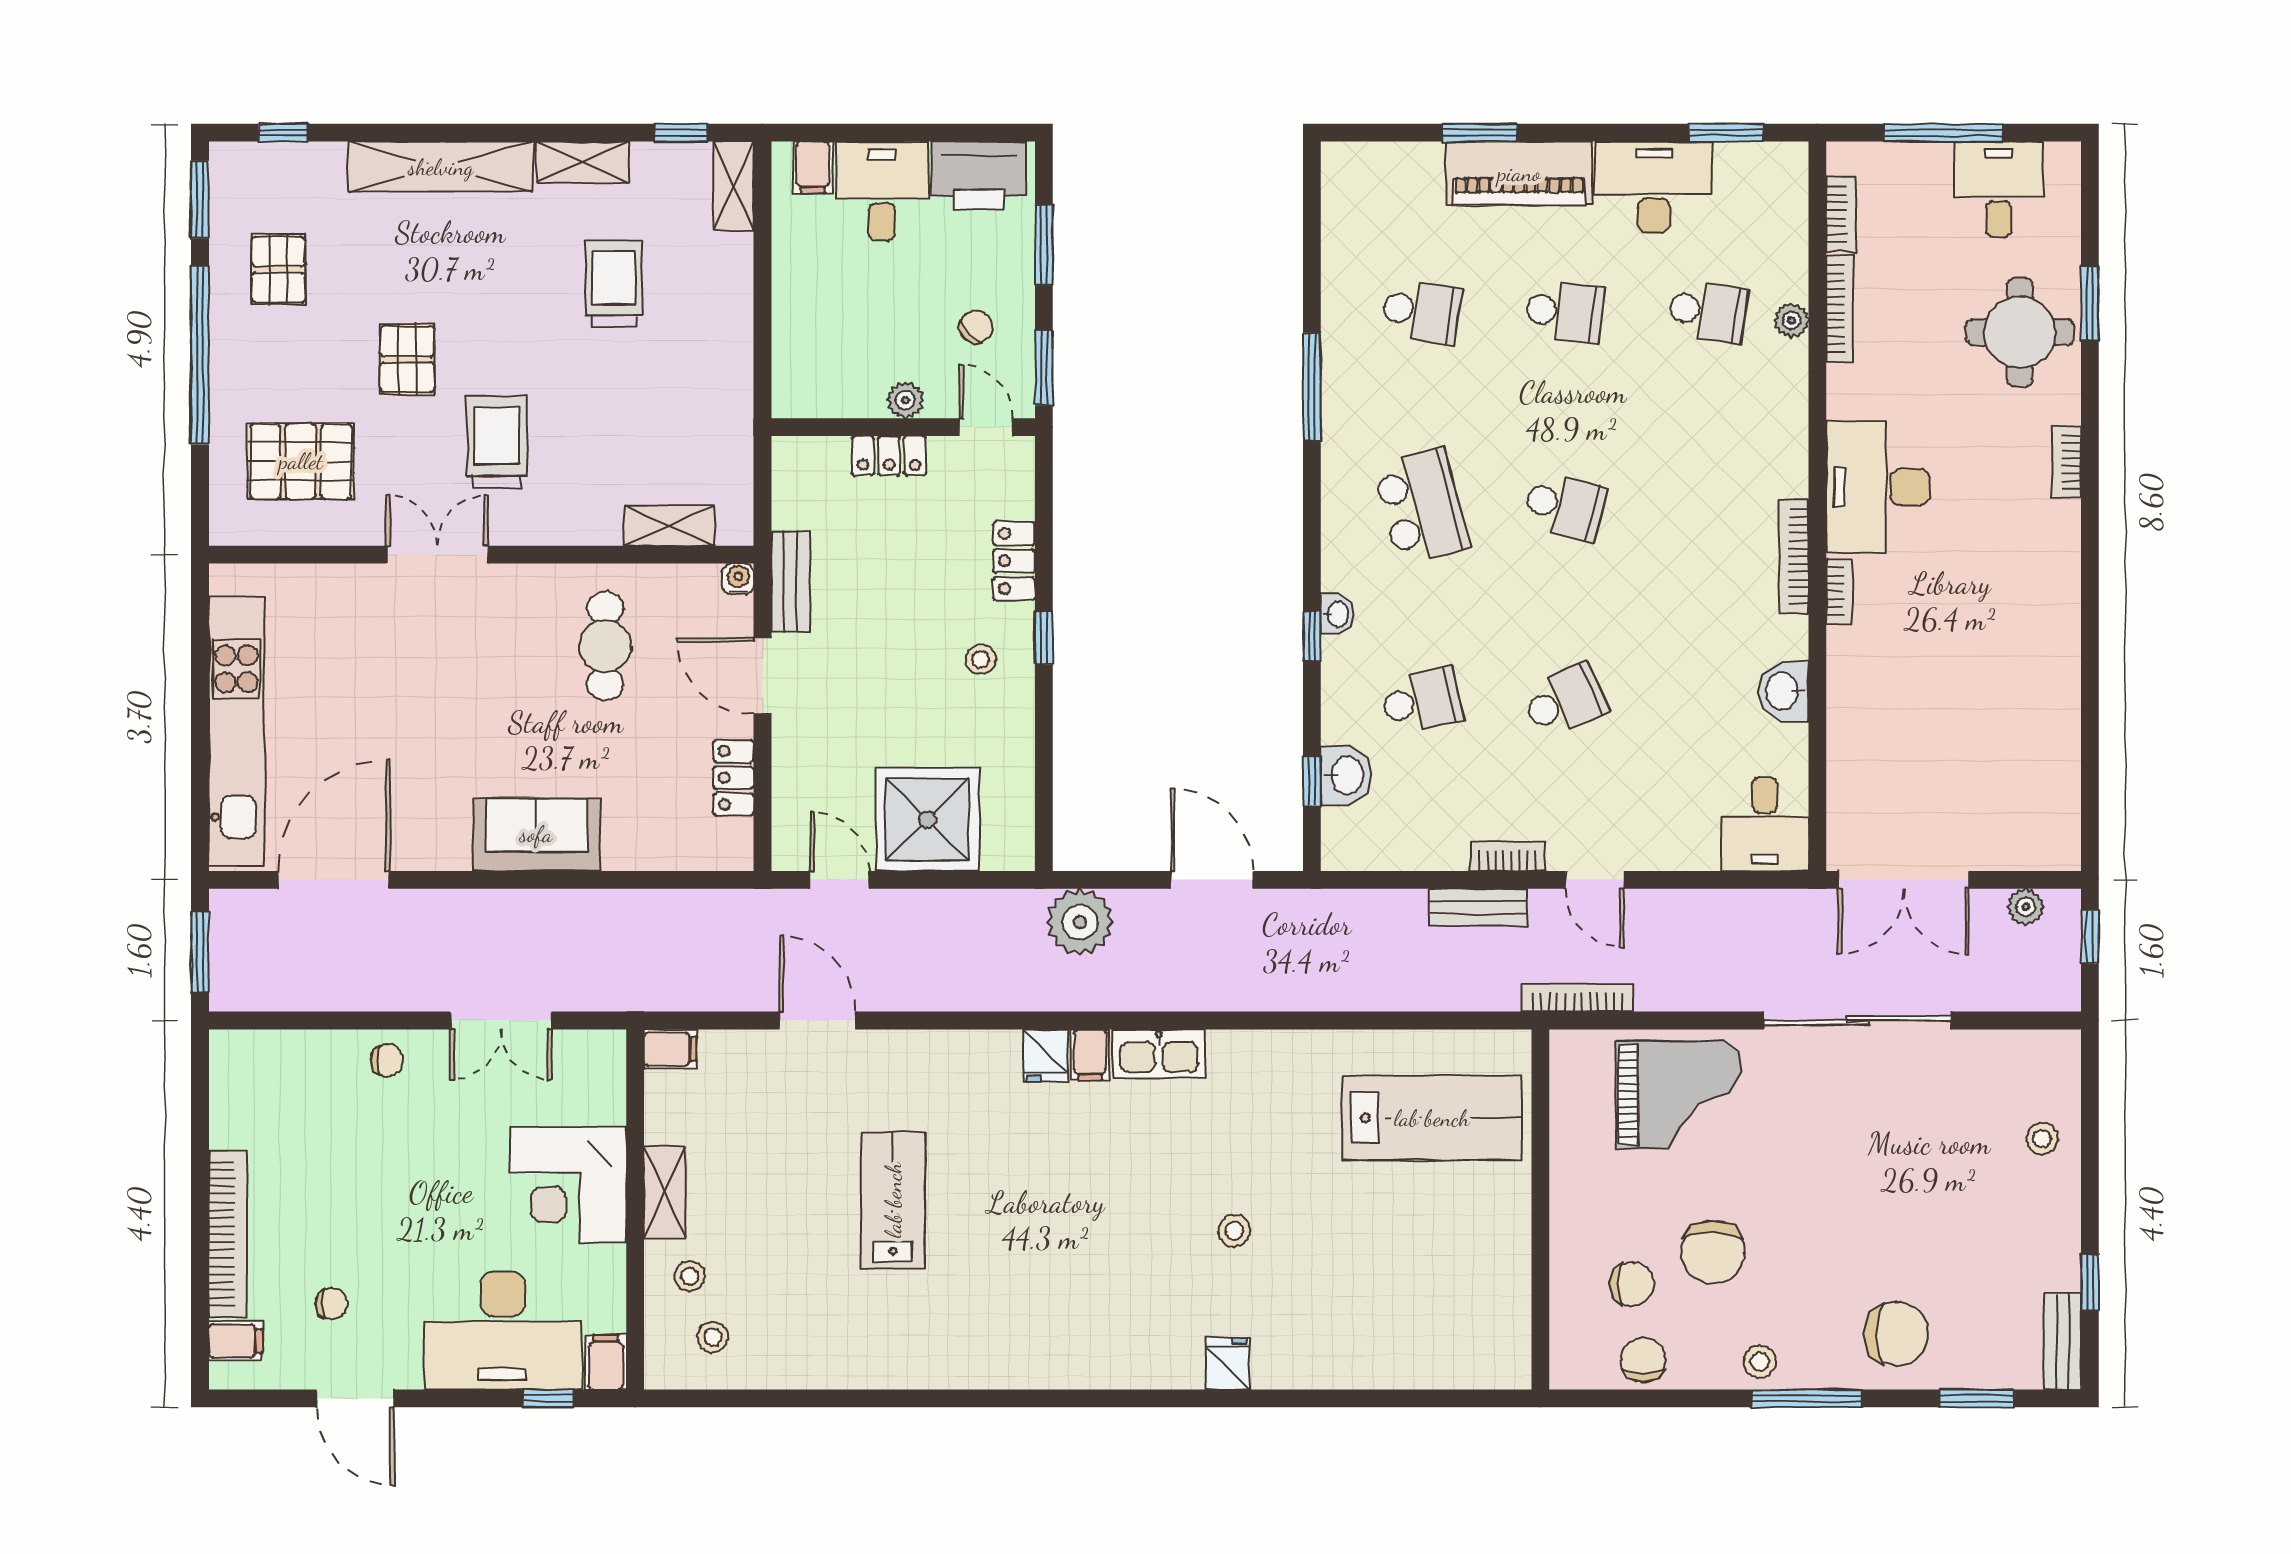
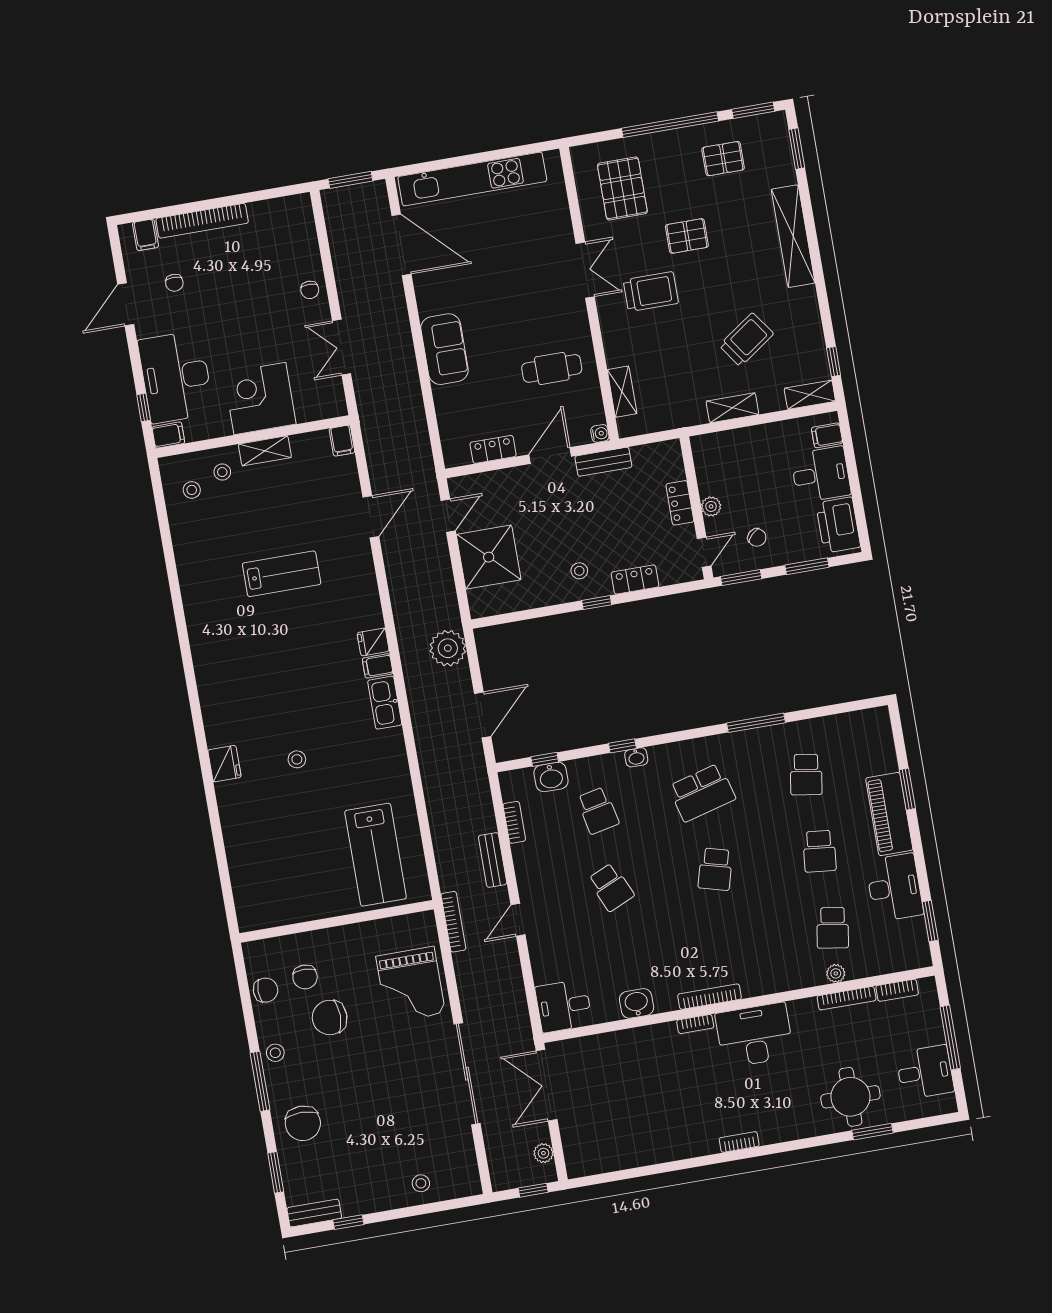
window: (283, 133) -> (797, 149), width x1.50
shelving: (582, 162) -> (732, 408), moved, turned 90
trolley: (614, 284) -> (746, 340), turned -35
bookcase: (2067, 462) -> (739, 1142), moved
bookcase: (1507, 856) -> (514, 822), moved
fridge: (1228, 1364) -> (224, 764), width x1.38

